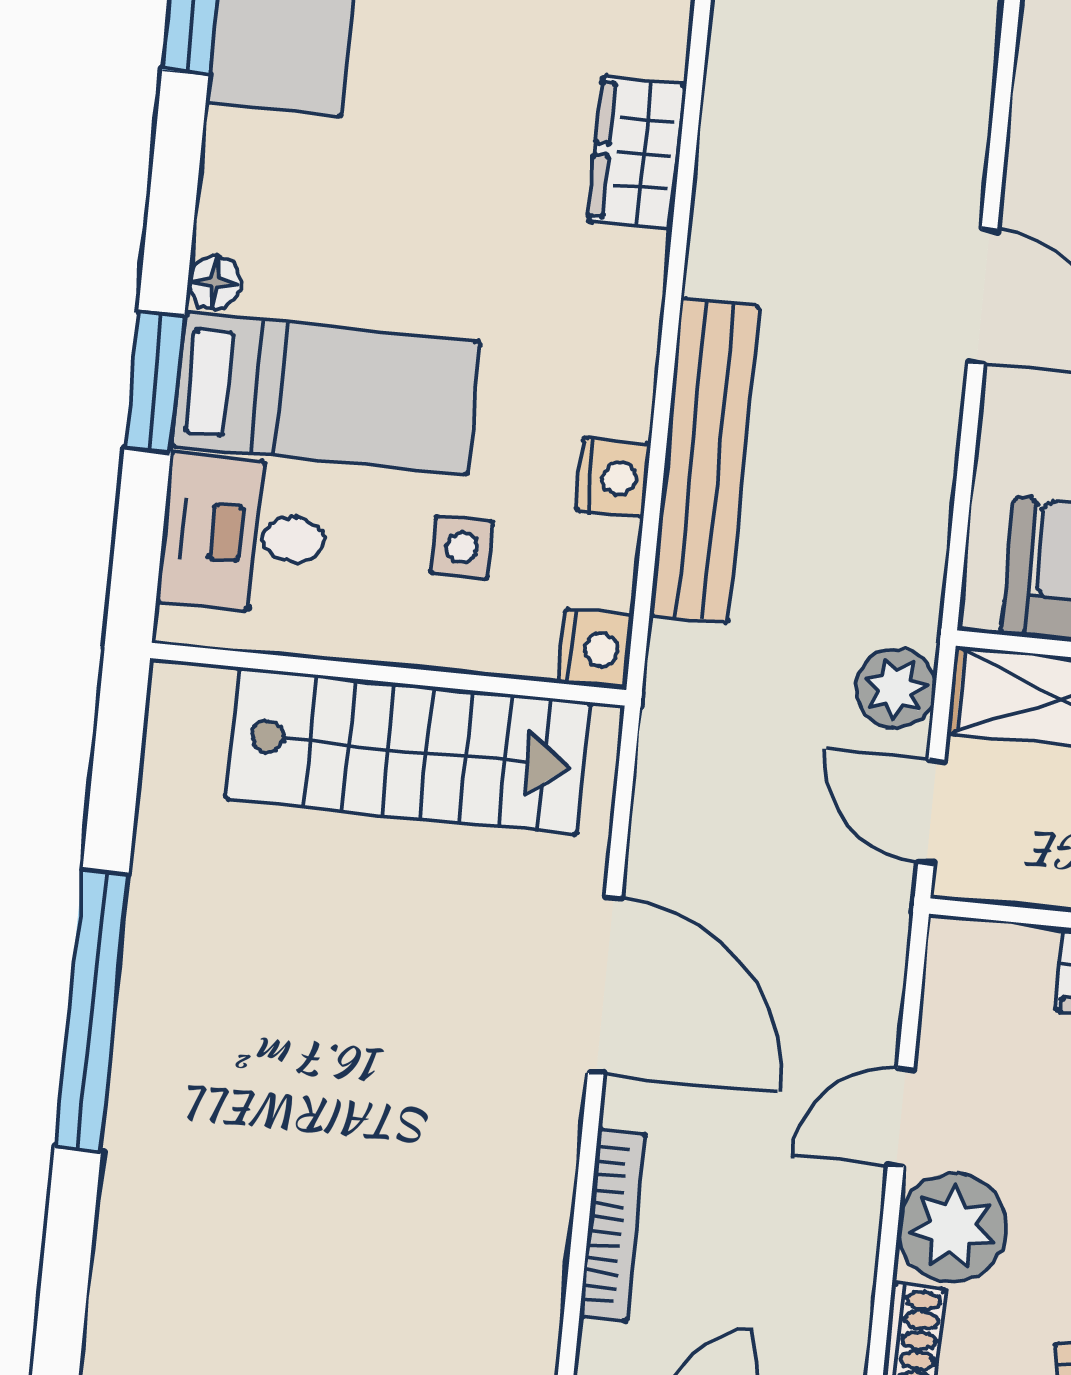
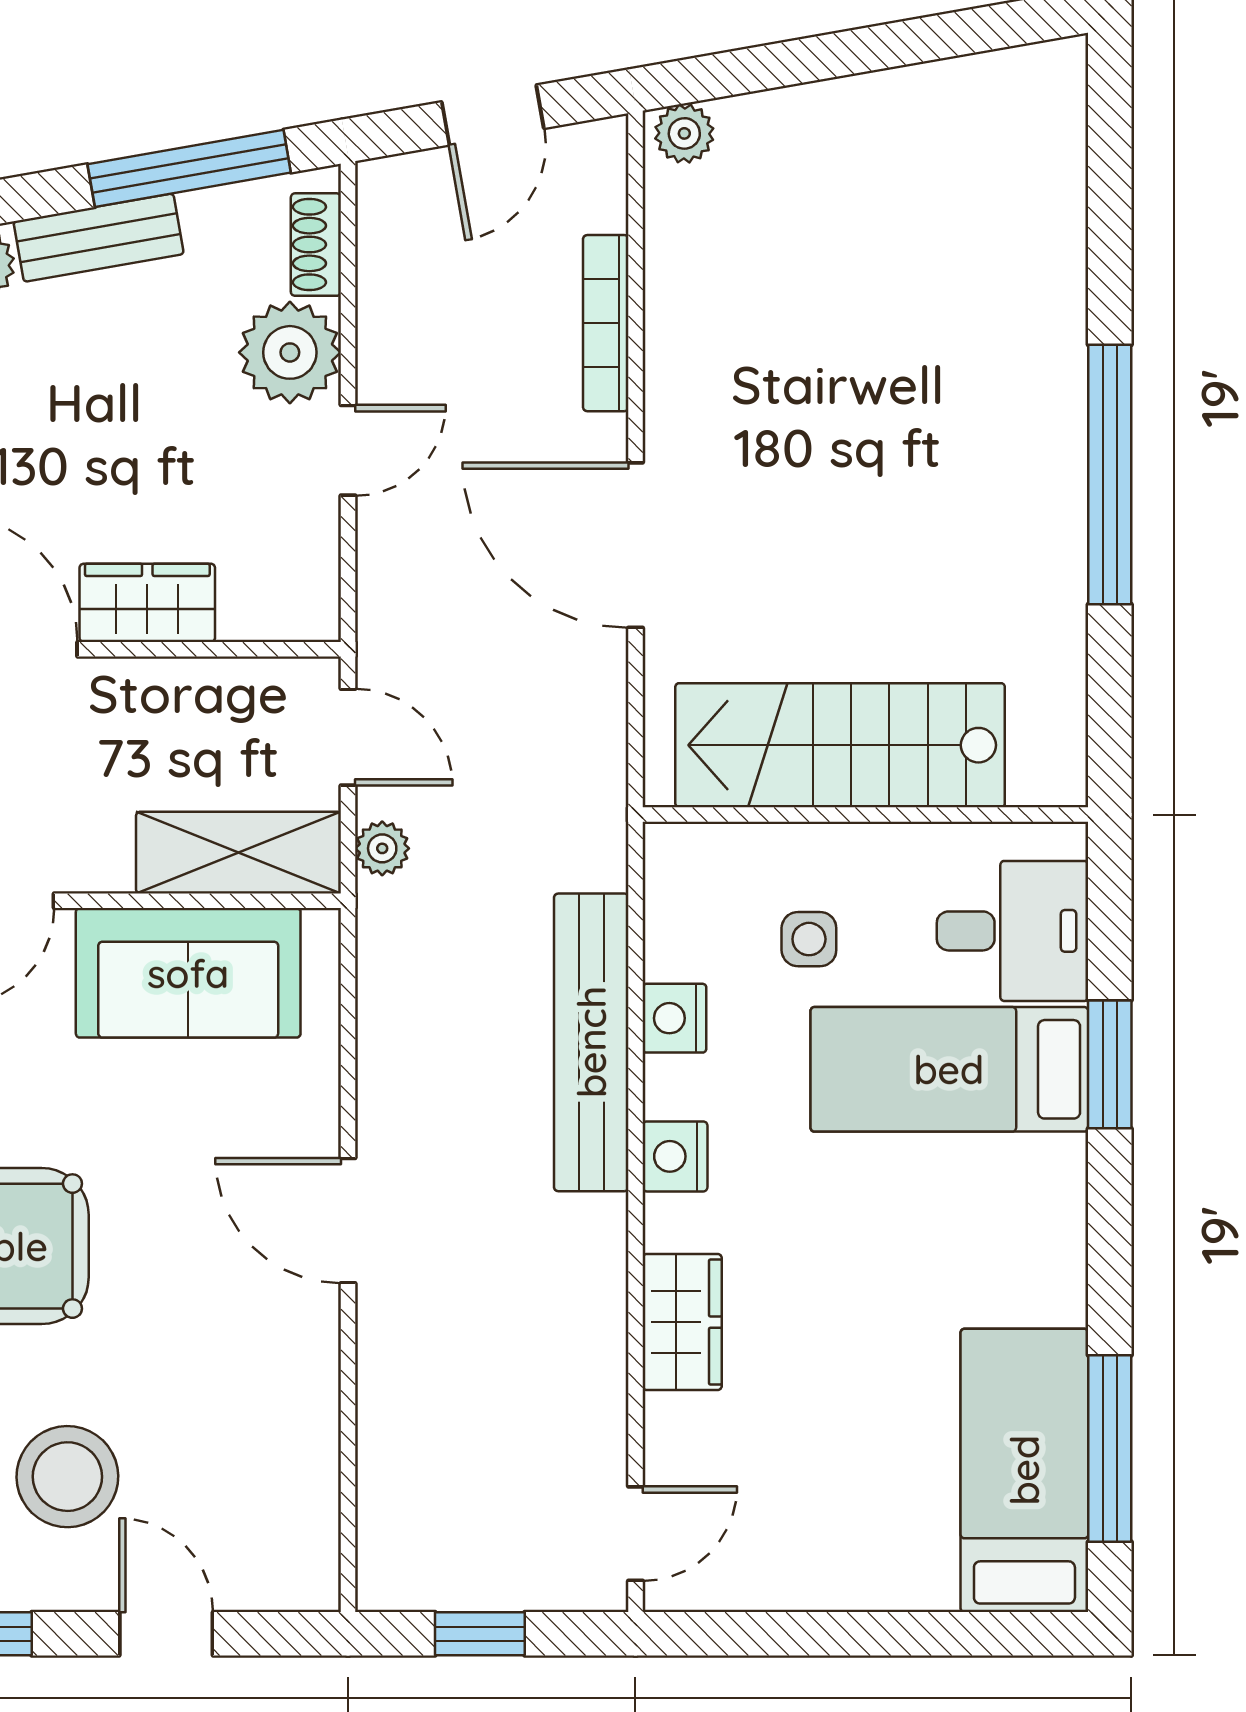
floor lamp: (214, 282) -> (1063, 1162), removed
nightstand: (596, 649) -> (675, 1156), moved
plant: (896, 688) -> (382, 848), width x0.73, depth x0.73

